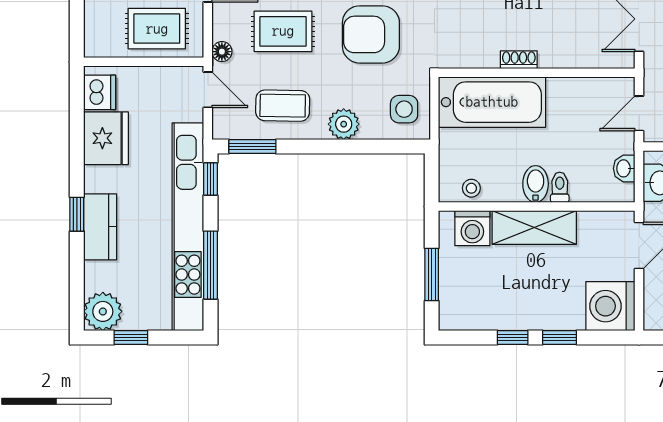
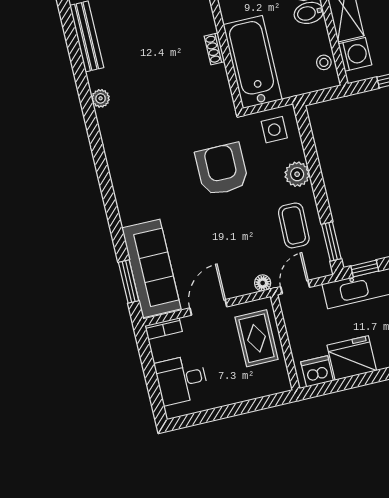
rug: (283, 31) -> (236, 239), removed
armchair: (371, 34) -> (222, 169), turned 180

